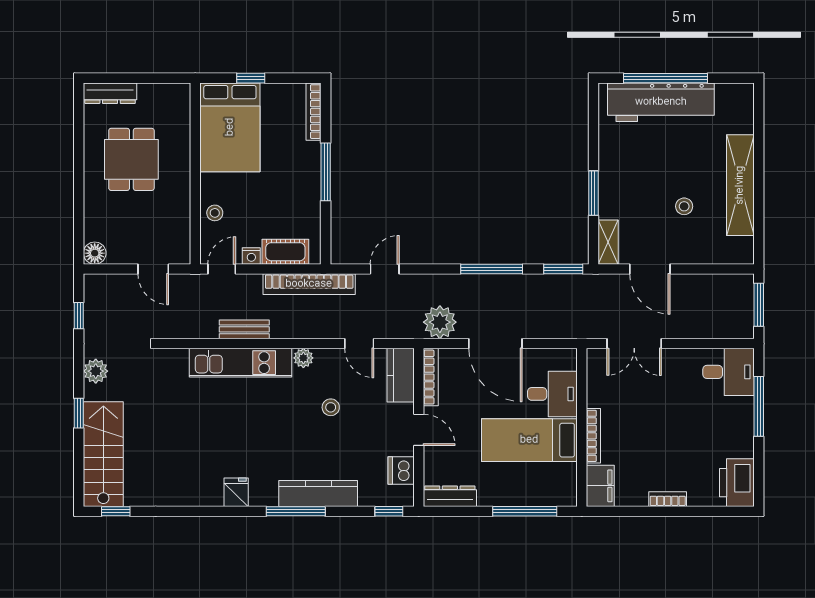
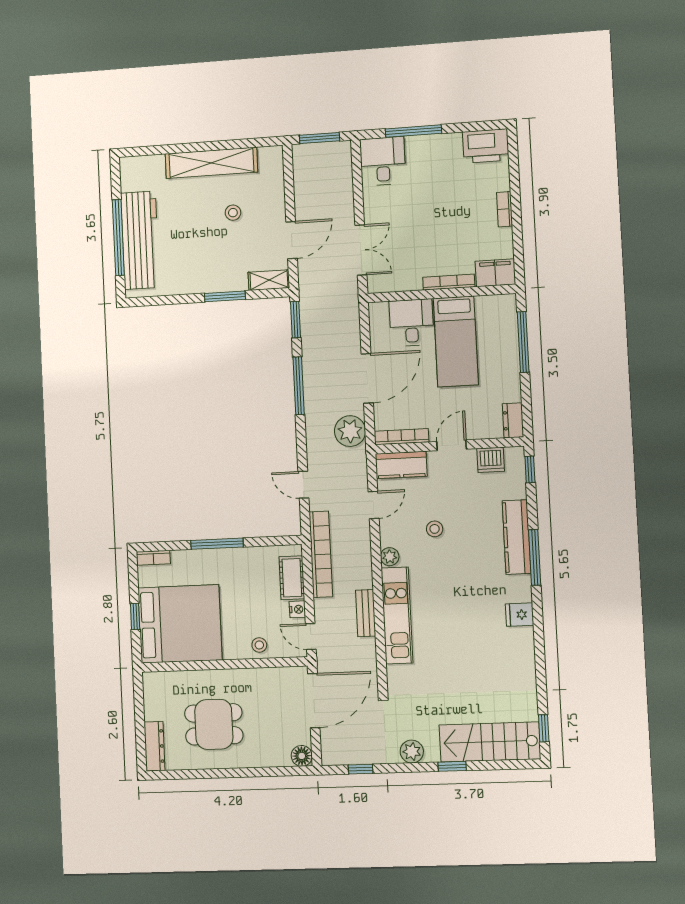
bookcase: (314, 112) -> (153, 558), width x0.64
bed: (230, 127) -> (180, 624), width x1.36
door: (153, 269) -> (314, 701), width x1.87
dresser: (450, 496) -> (513, 420), width x0.70

